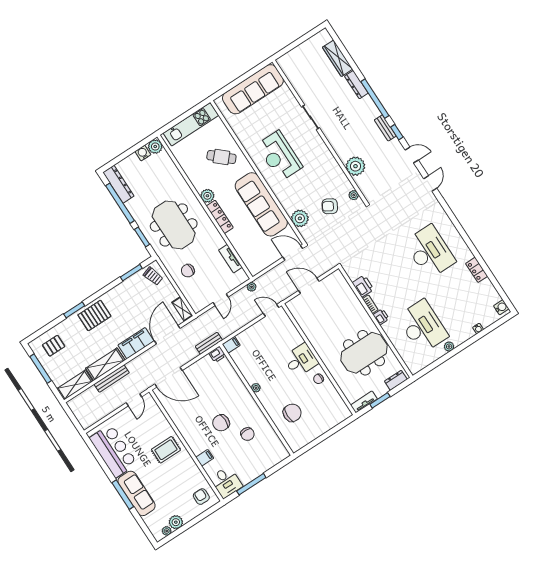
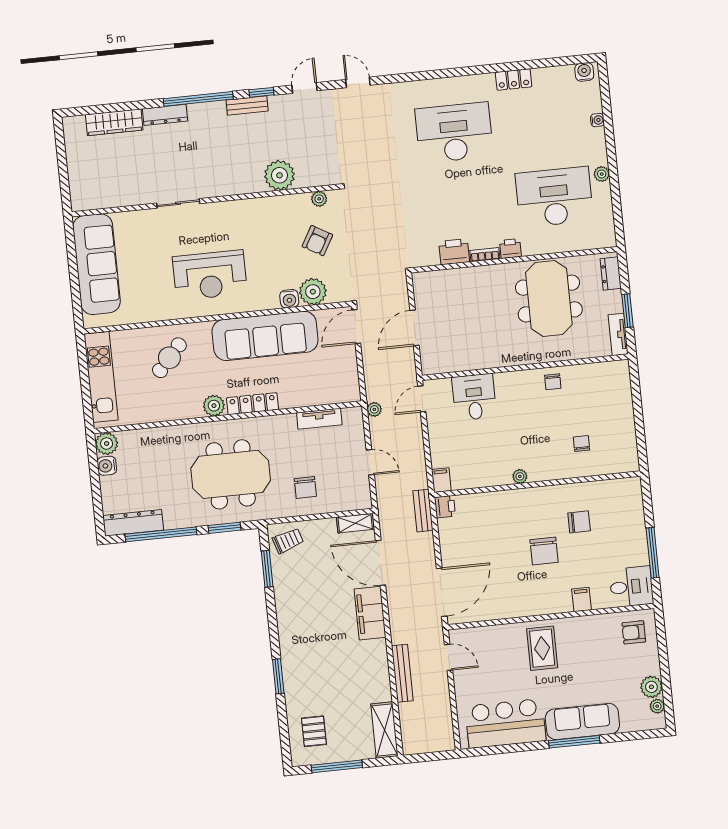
water cooler: (289, 207) -> (289, 299), added
pallet: (94, 316) -> (301, 652), removed
desk: (301, 360) -> (474, 397), moved
shelving: (105, 364) -> (378, 672), removed
chair: (292, 413) -> (581, 443), width x0.54, depth x0.54

